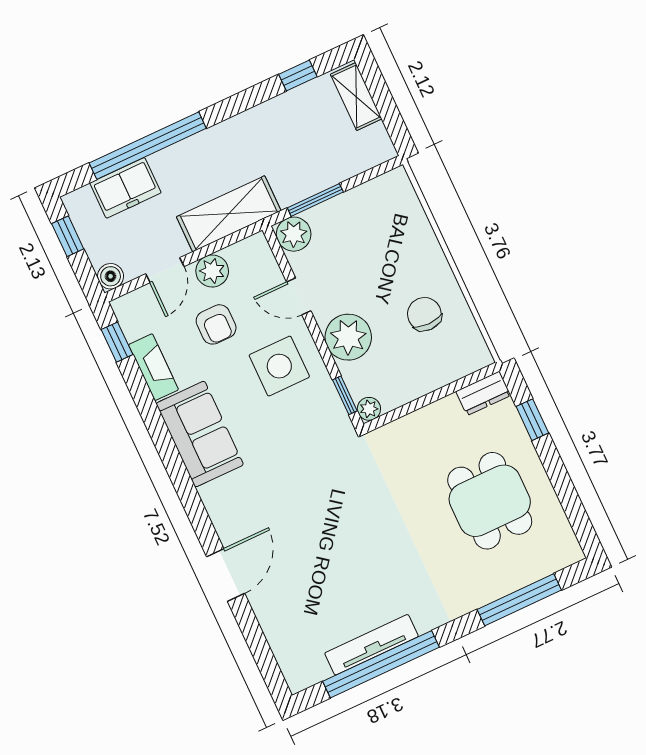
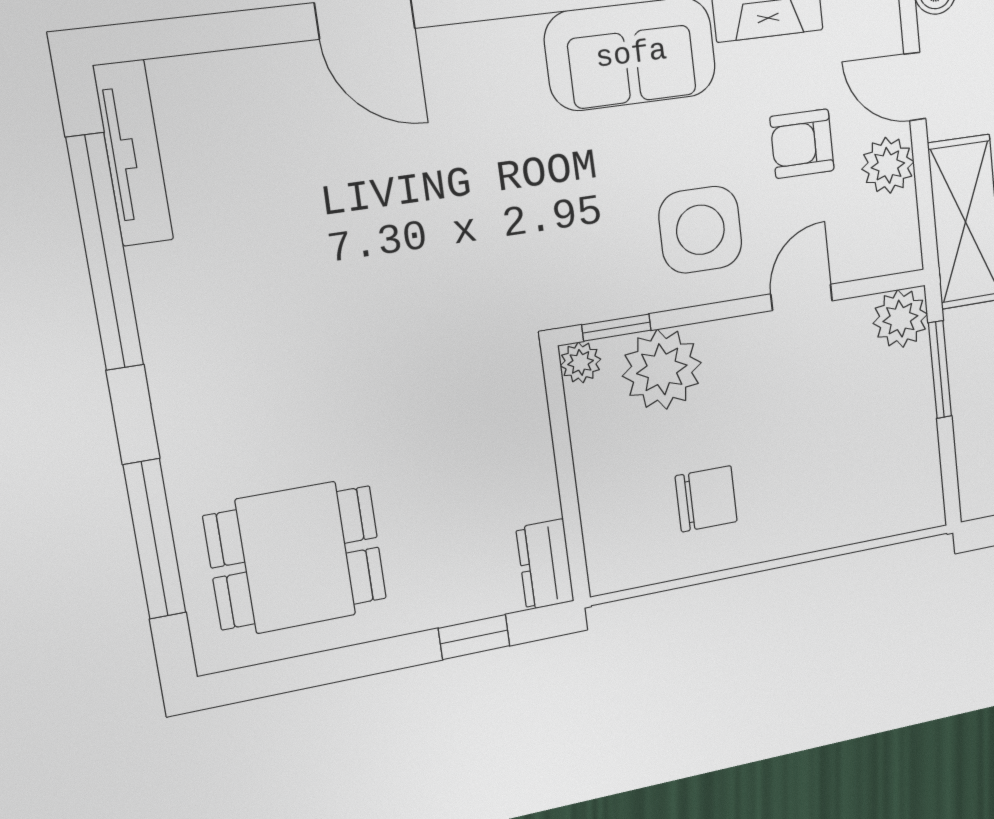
plant: (348, 337) -> (662, 369), moved
dining table: (490, 501) -> (296, 558), moved
tv unit: (372, 645) -> (133, 153), moved

